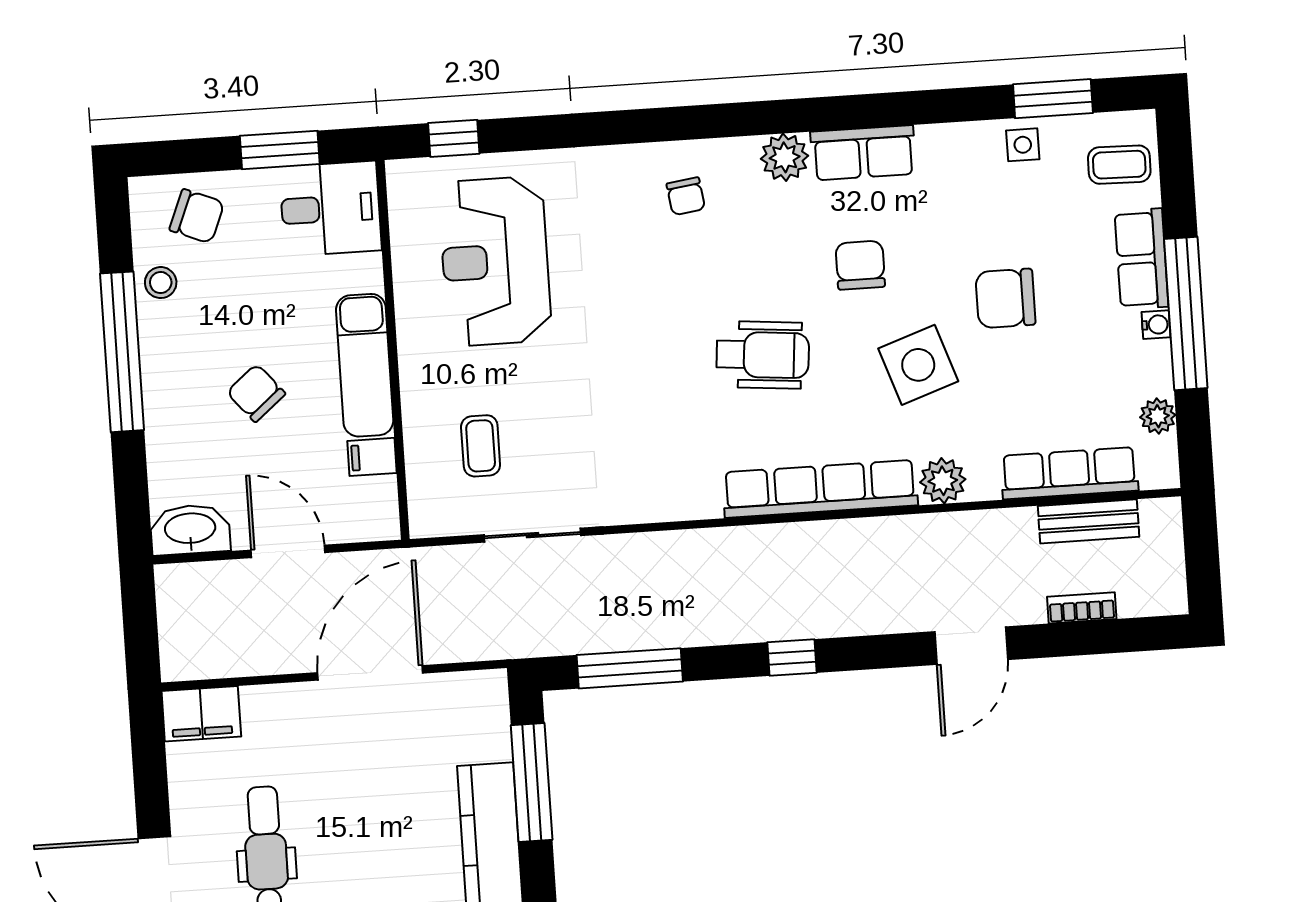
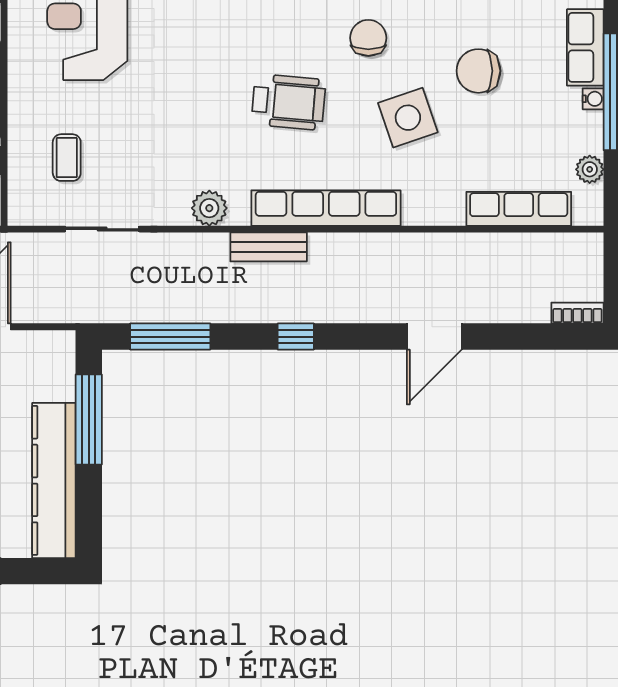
plant: (943, 481) -> (209, 208), moved
bench: (1089, 521) -> (269, 247), moved
bookcase: (1082, 608) -> (577, 313), moved

